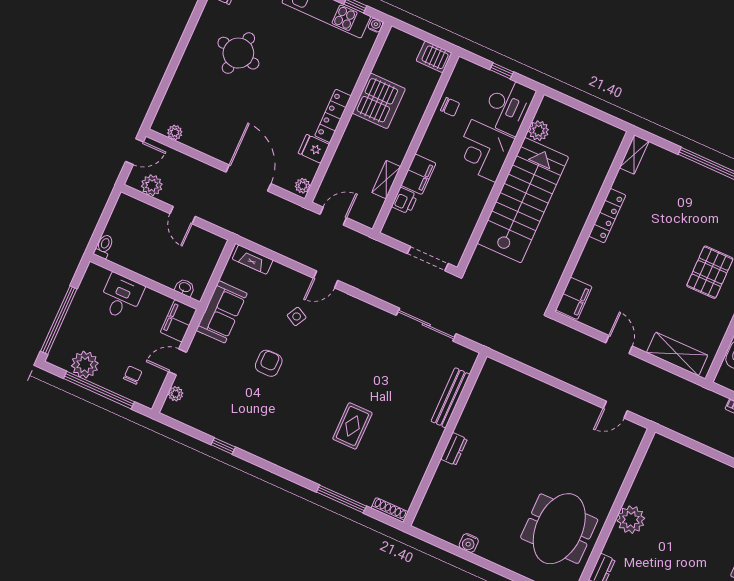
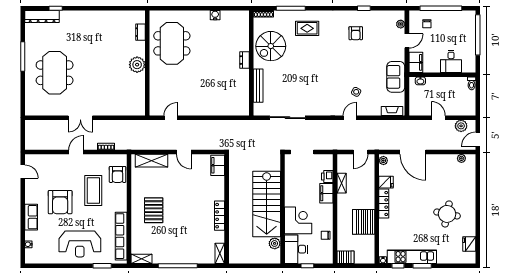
armchair: (269, 363) -> (356, 33), moved
plant: (85, 365) -> (454, 18), removed
rug: (352, 426) -> (307, 28), moved, turned 90
spiral stairs: (401, 452) -> (271, 46), added

